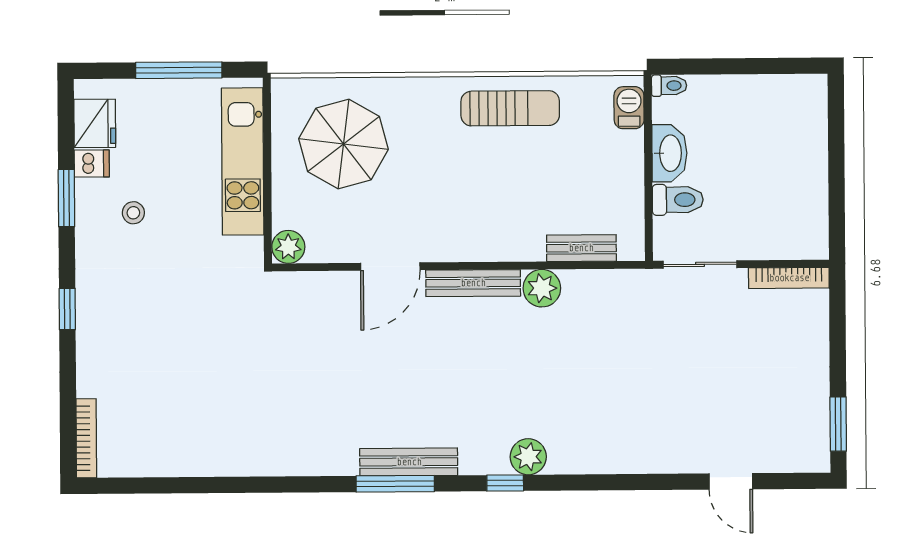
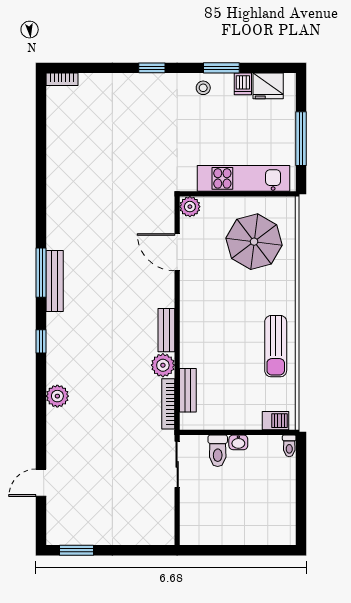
washbasin: (669, 153) -> (238, 442), width x0.52, depth x0.69
stool: (133, 213) -> (203, 88), moved
door: (390, 267) -> (177, 252), moved
bookcase: (789, 278) -> (168, 404), moved
bench: (473, 283) -> (166, 330), width x0.73
bookcase: (86, 438) -> (62, 79), width x0.64
plant: (528, 457) -> (57, 396), moved

